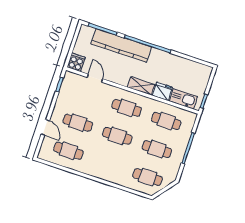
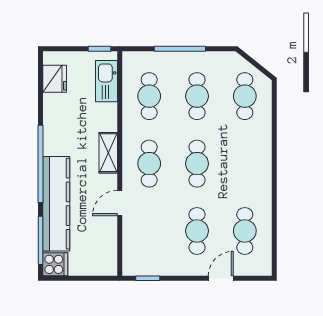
cooker: (76, 62) -> (55, 264), moved, turned 180
door: (95, 78) -> (120, 203), moved
fridge: (162, 91) -> (55, 79), moved, turned 180

